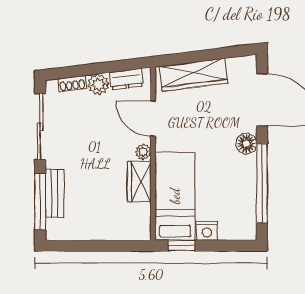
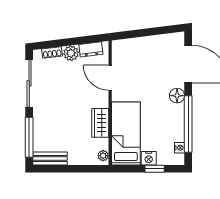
wardrobe: (193, 75) -> (139, 46), removed
plant: (143, 152) -> (103, 156), moved
bench: (54, 193) -> (50, 158), moved, turned 90
nightstand: (250, 216) -> (180, 148), added
window: (182, 246) -> (155, 169), moved

